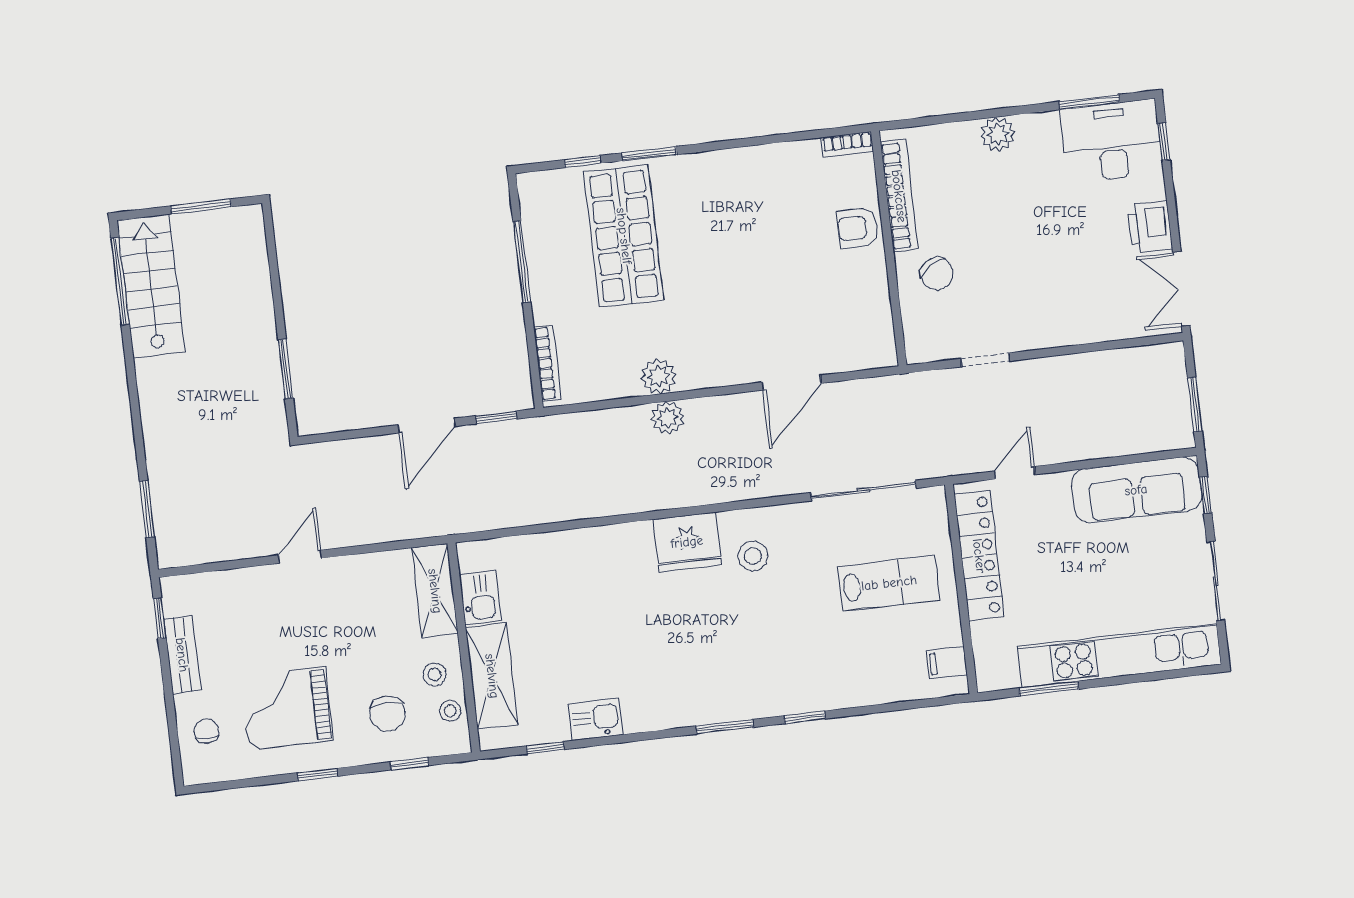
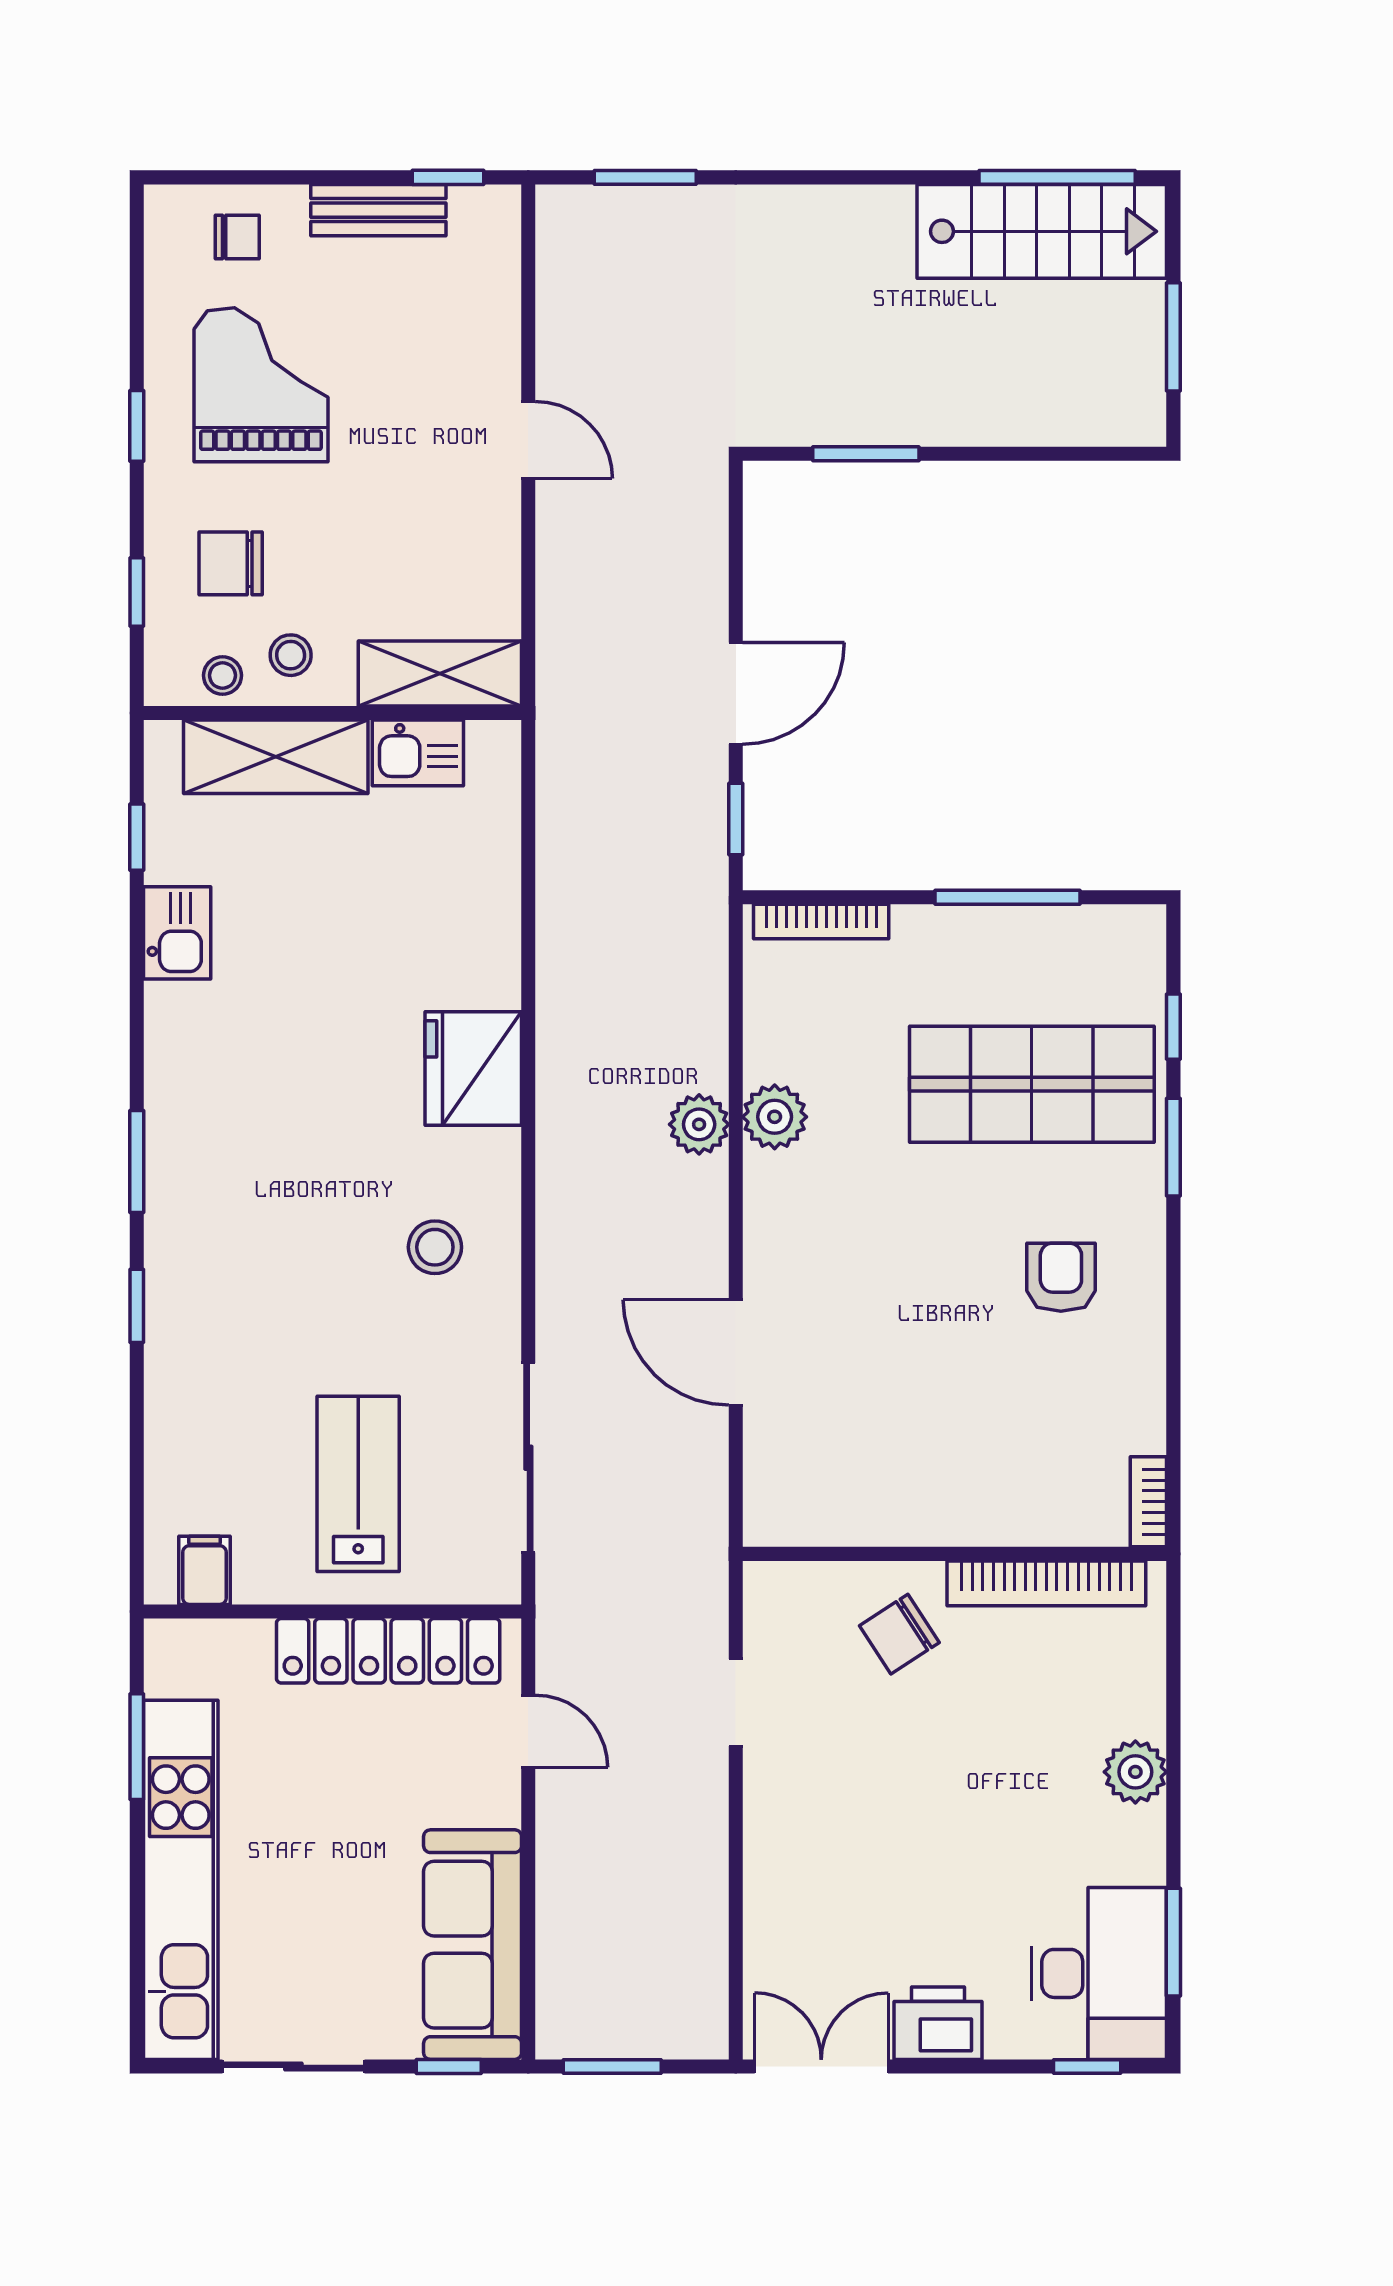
armchair: (858, 228) -> (1061, 1277), moved
door: (427, 426) -> (736, 693), swing flipped
fridge: (687, 542) -> (473, 1069), moved
lab bench: (889, 583) -> (358, 1484), turned 180

